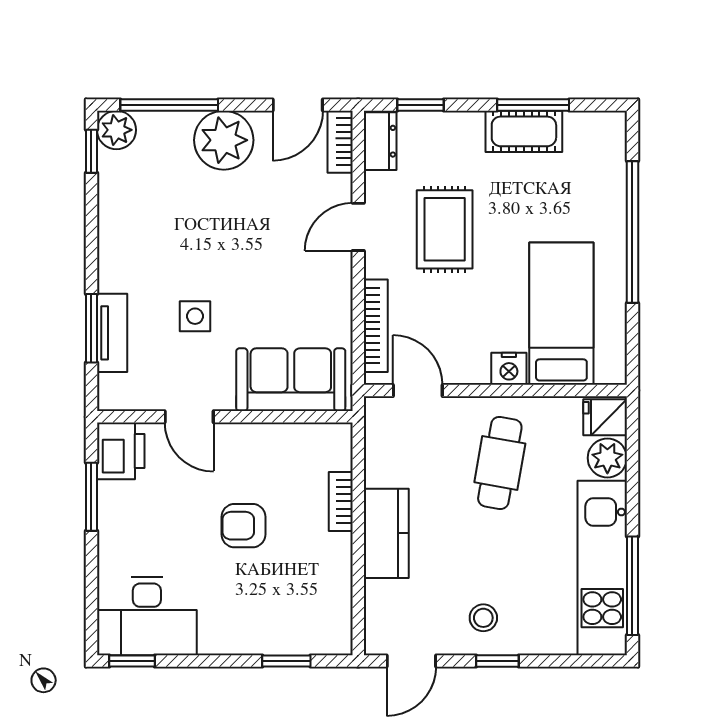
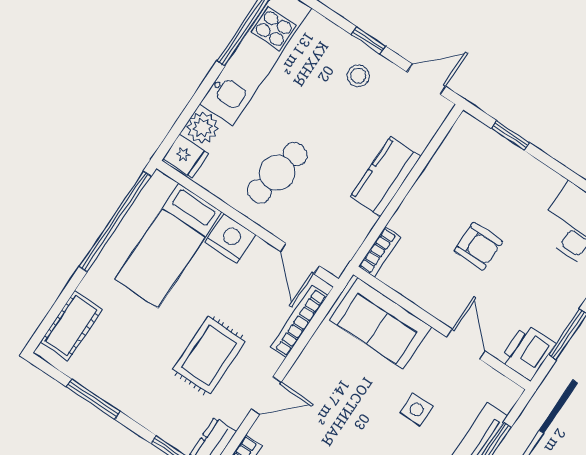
cot: (524, 131) -> (71, 326), moved, turned 90
window: (632, 232) -> (115, 221), moved
nightstand: (509, 369) -> (230, 238), width x1.36, depth x1.33
bookcase: (341, 501) -> (380, 252), moved

